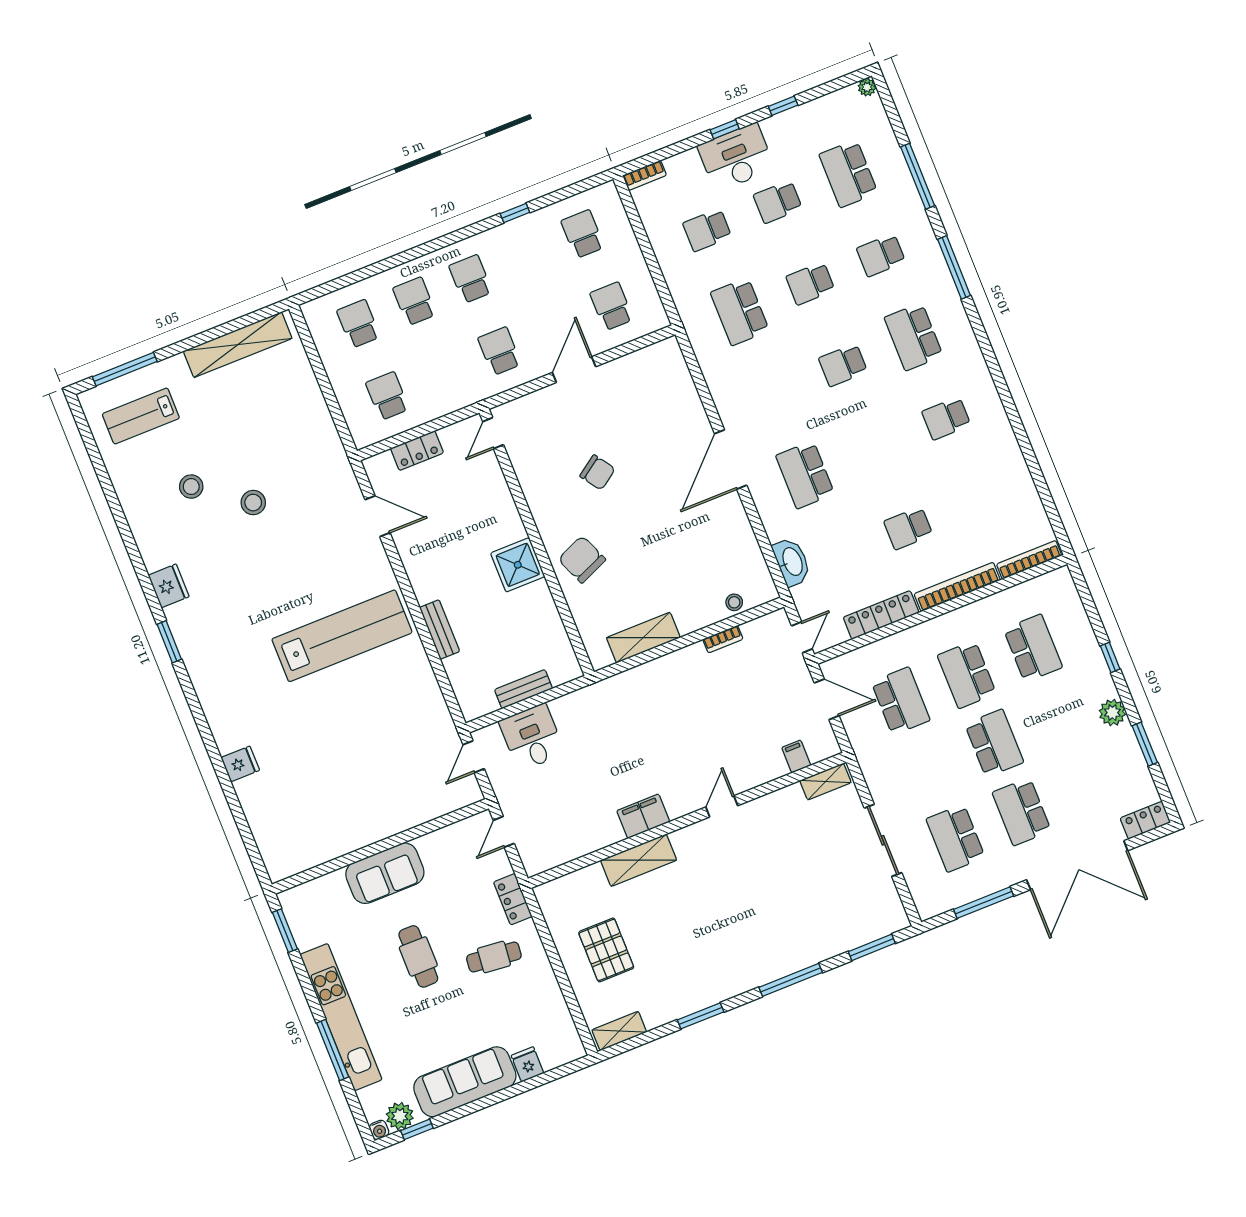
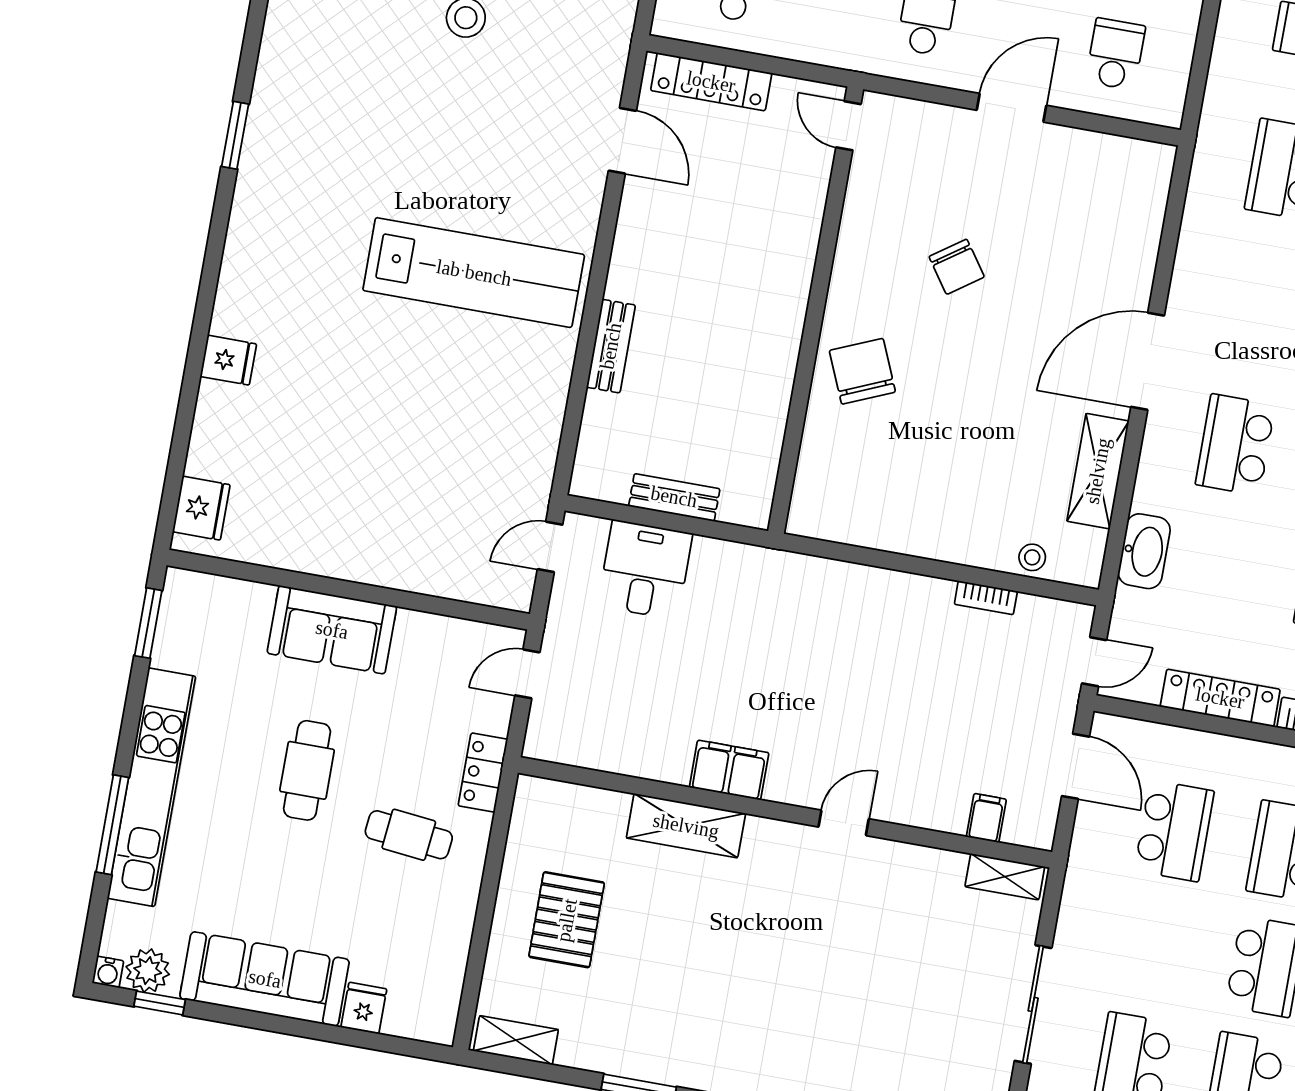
door: (493, 433) -> (849, 126), hinge flipped
locker: (417, 451) -> (711, 82), width x1.53
shower: (518, 565) -> (771, 325), removed
fridge: (169, 586) -> (201, 508), moved
shelving: (643, 638) -> (1098, 471), moved, turned 90

